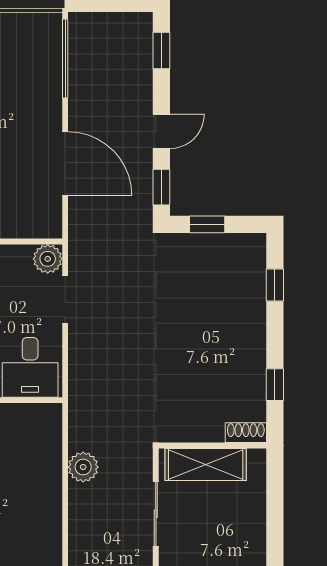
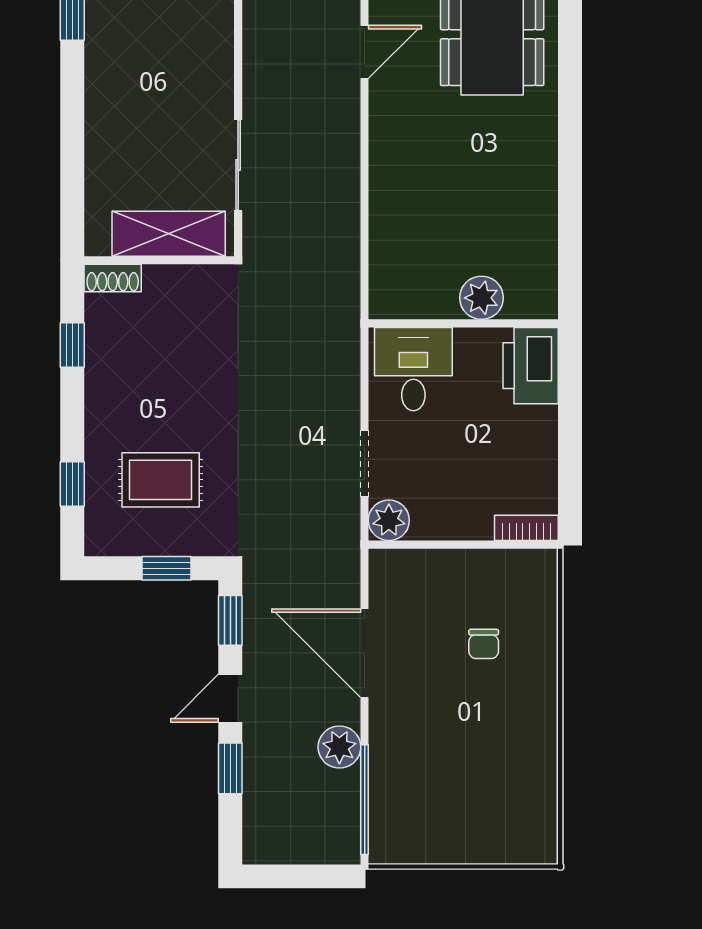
window: (161, 51) -> (230, 768), moved
rug: (211, 288) -> (161, 480), added
plant: (83, 467) -> (339, 747), moved

